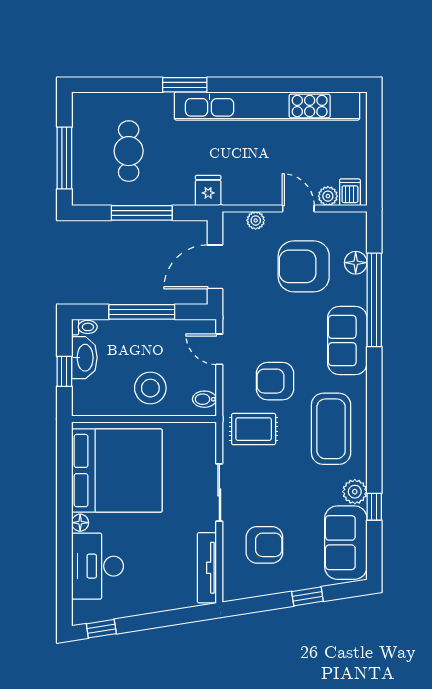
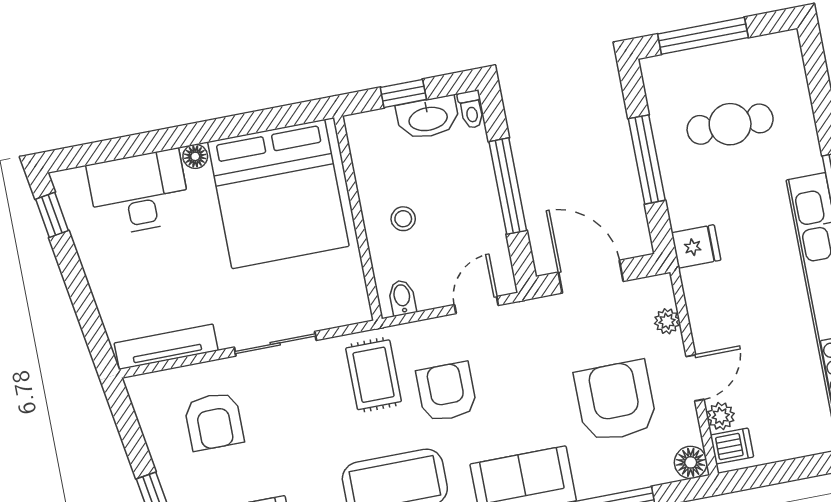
floor lamp: (356, 263) -> (691, 462), moved
stool: (150, 388) -> (403, 219), width x0.53, depth x0.53

